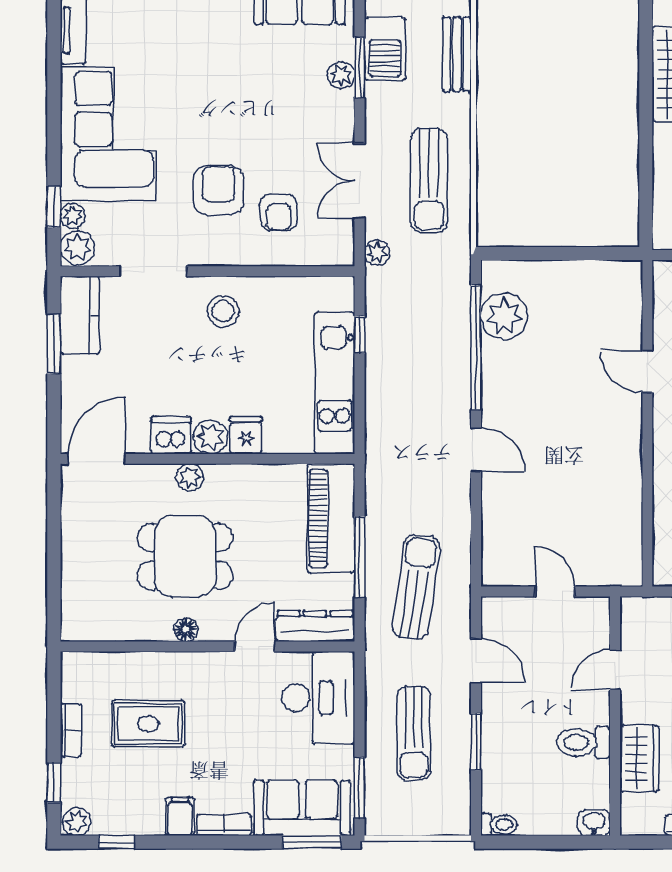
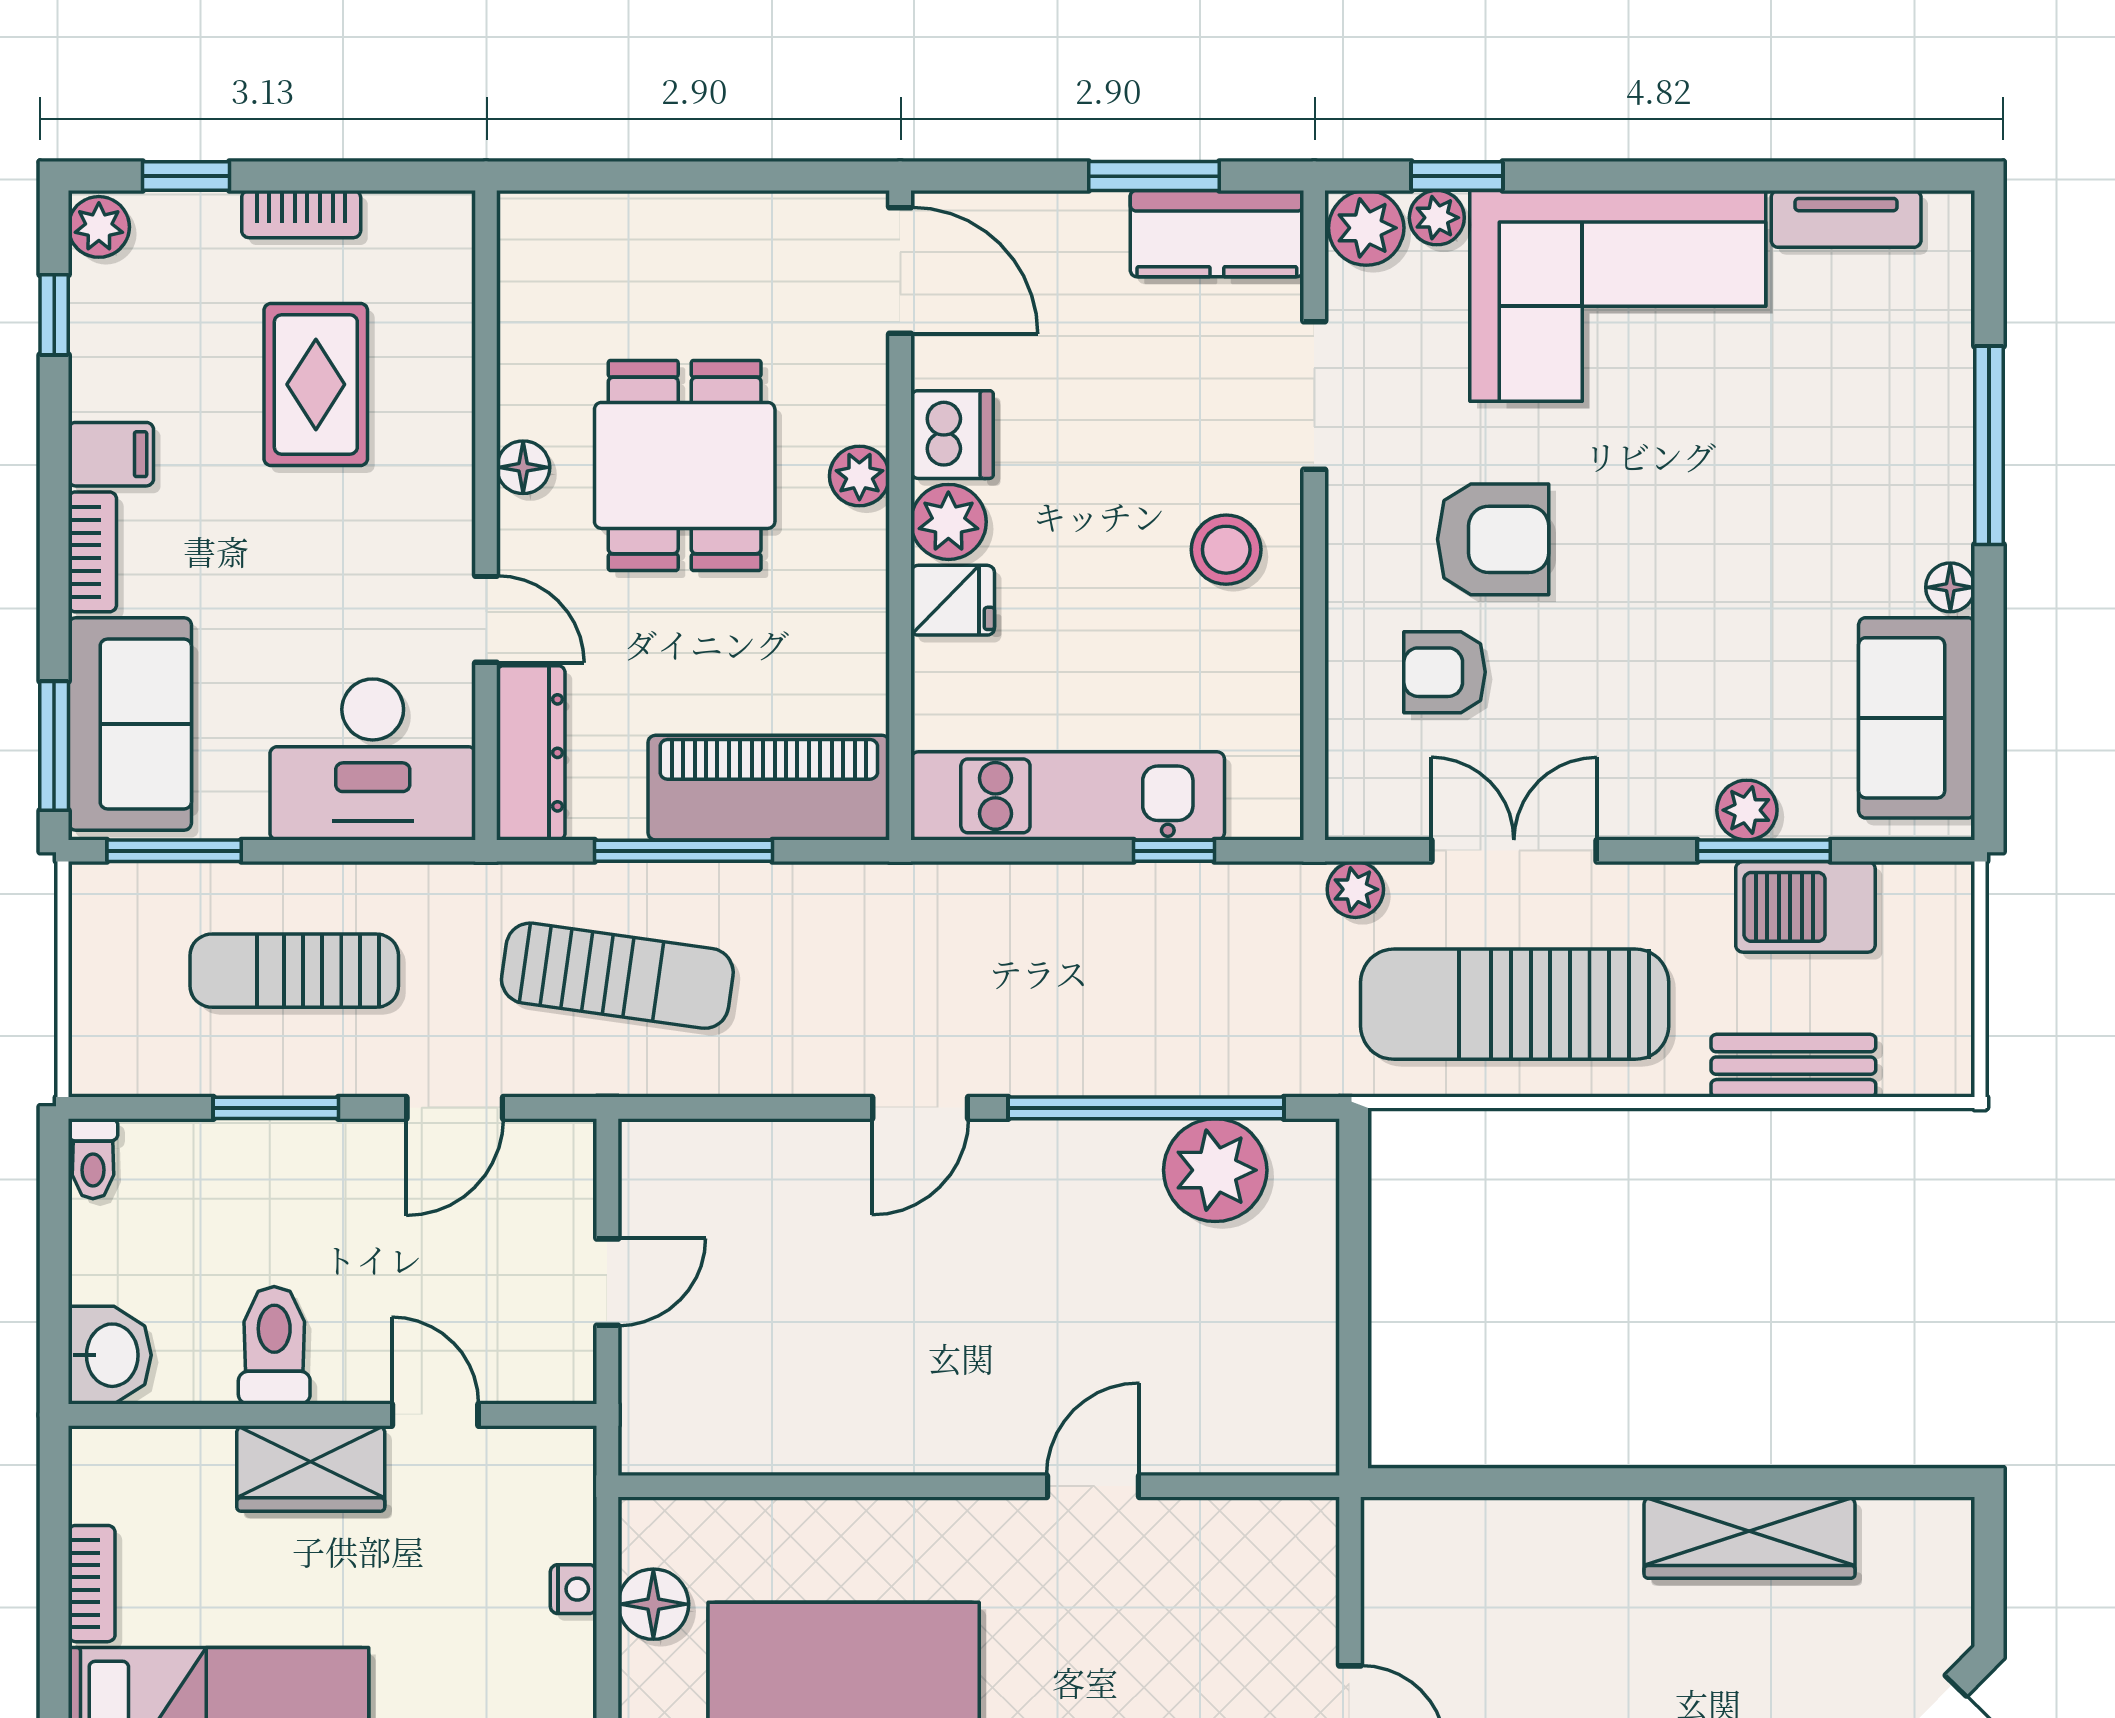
sun lounger: (429, 180) -> (1515, 1004), width x1.36, depth x1.34
wardrobe: (639, 759) -> (311, 1468), moved
washbasin: (594, 823) -> (110, 1355), width x1.38, depth x1.45

